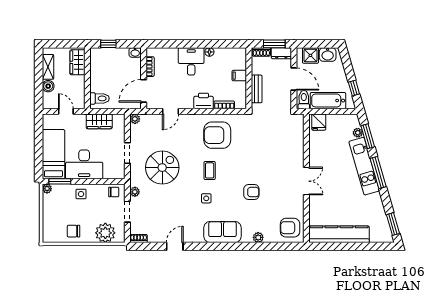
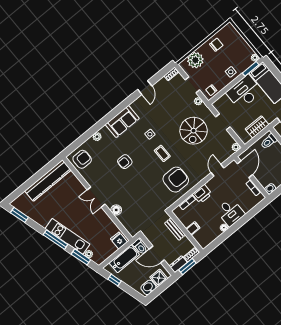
floor lamp: (297, 153) -> (116, 210), added

